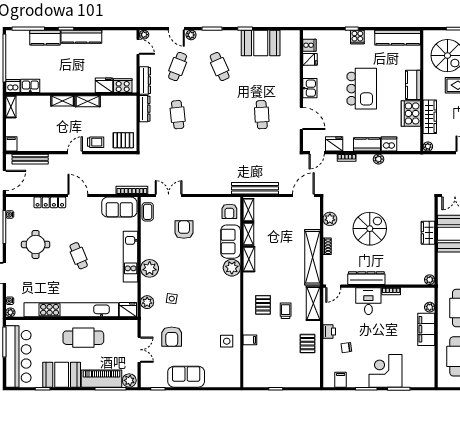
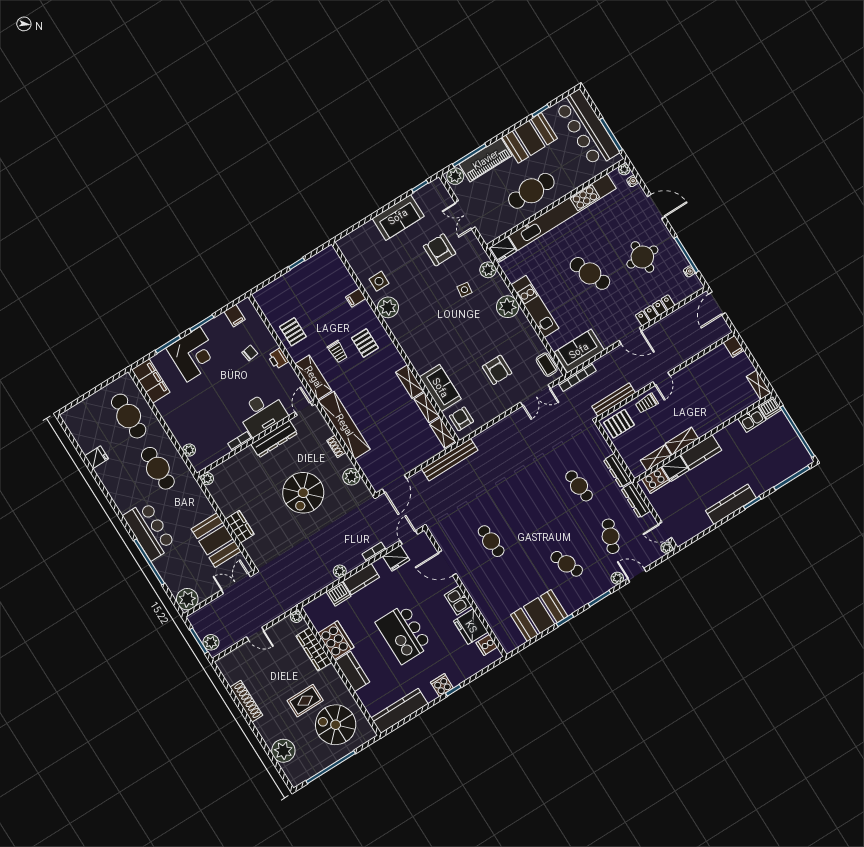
kitchen counter: (45, 38) -> (701, 452), moved, turned 180
fridge: (310, 59) -> (471, 627), width x1.88, depth x1.34
shelving: (63, 101) -> (656, 458), moved
bench: (30, 159) -> (614, 400), moved
cafe table: (79, 256) -> (590, 273), width x1.37, depth x1.35
plant: (232, 268) -> (388, 307), moved
desk: (368, 301) -> (262, 413), width x1.37
filing cabinet: (426, 329) -> (151, 381), moved

